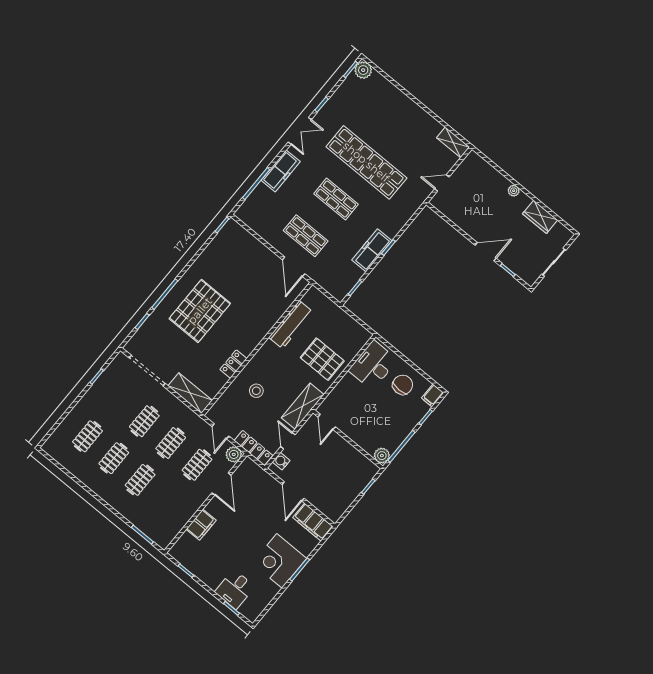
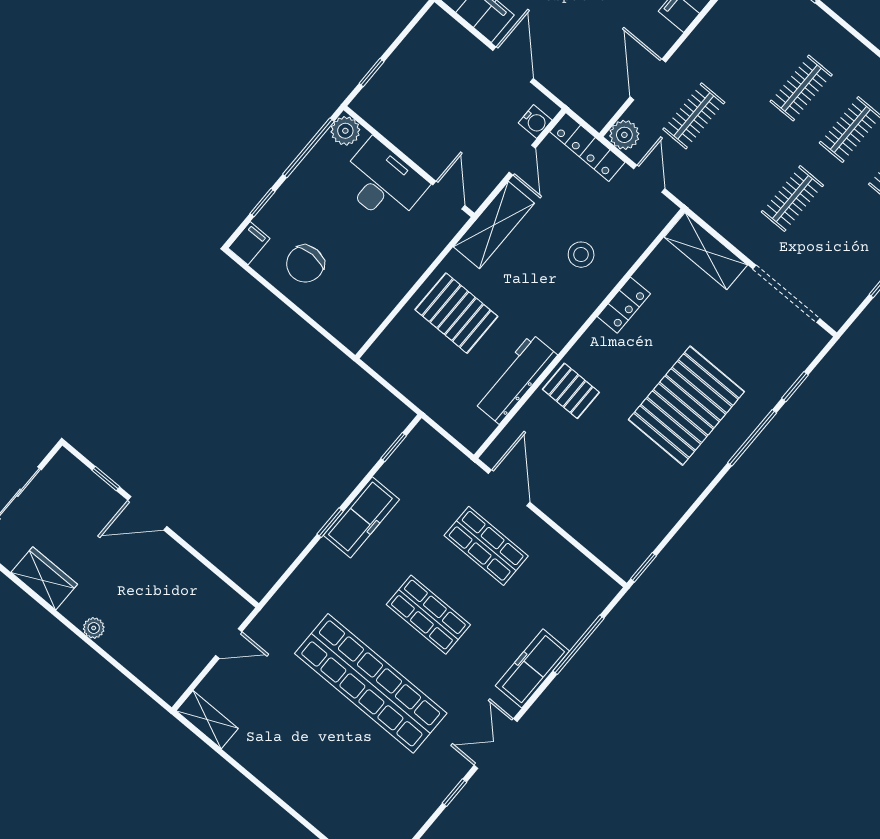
pallet: (261, 318) -> (571, 391), added
desk: (373, 365) -> (383, 182), moved, turned -90
clothes rail: (171, 443) -> (743, 157), removed

